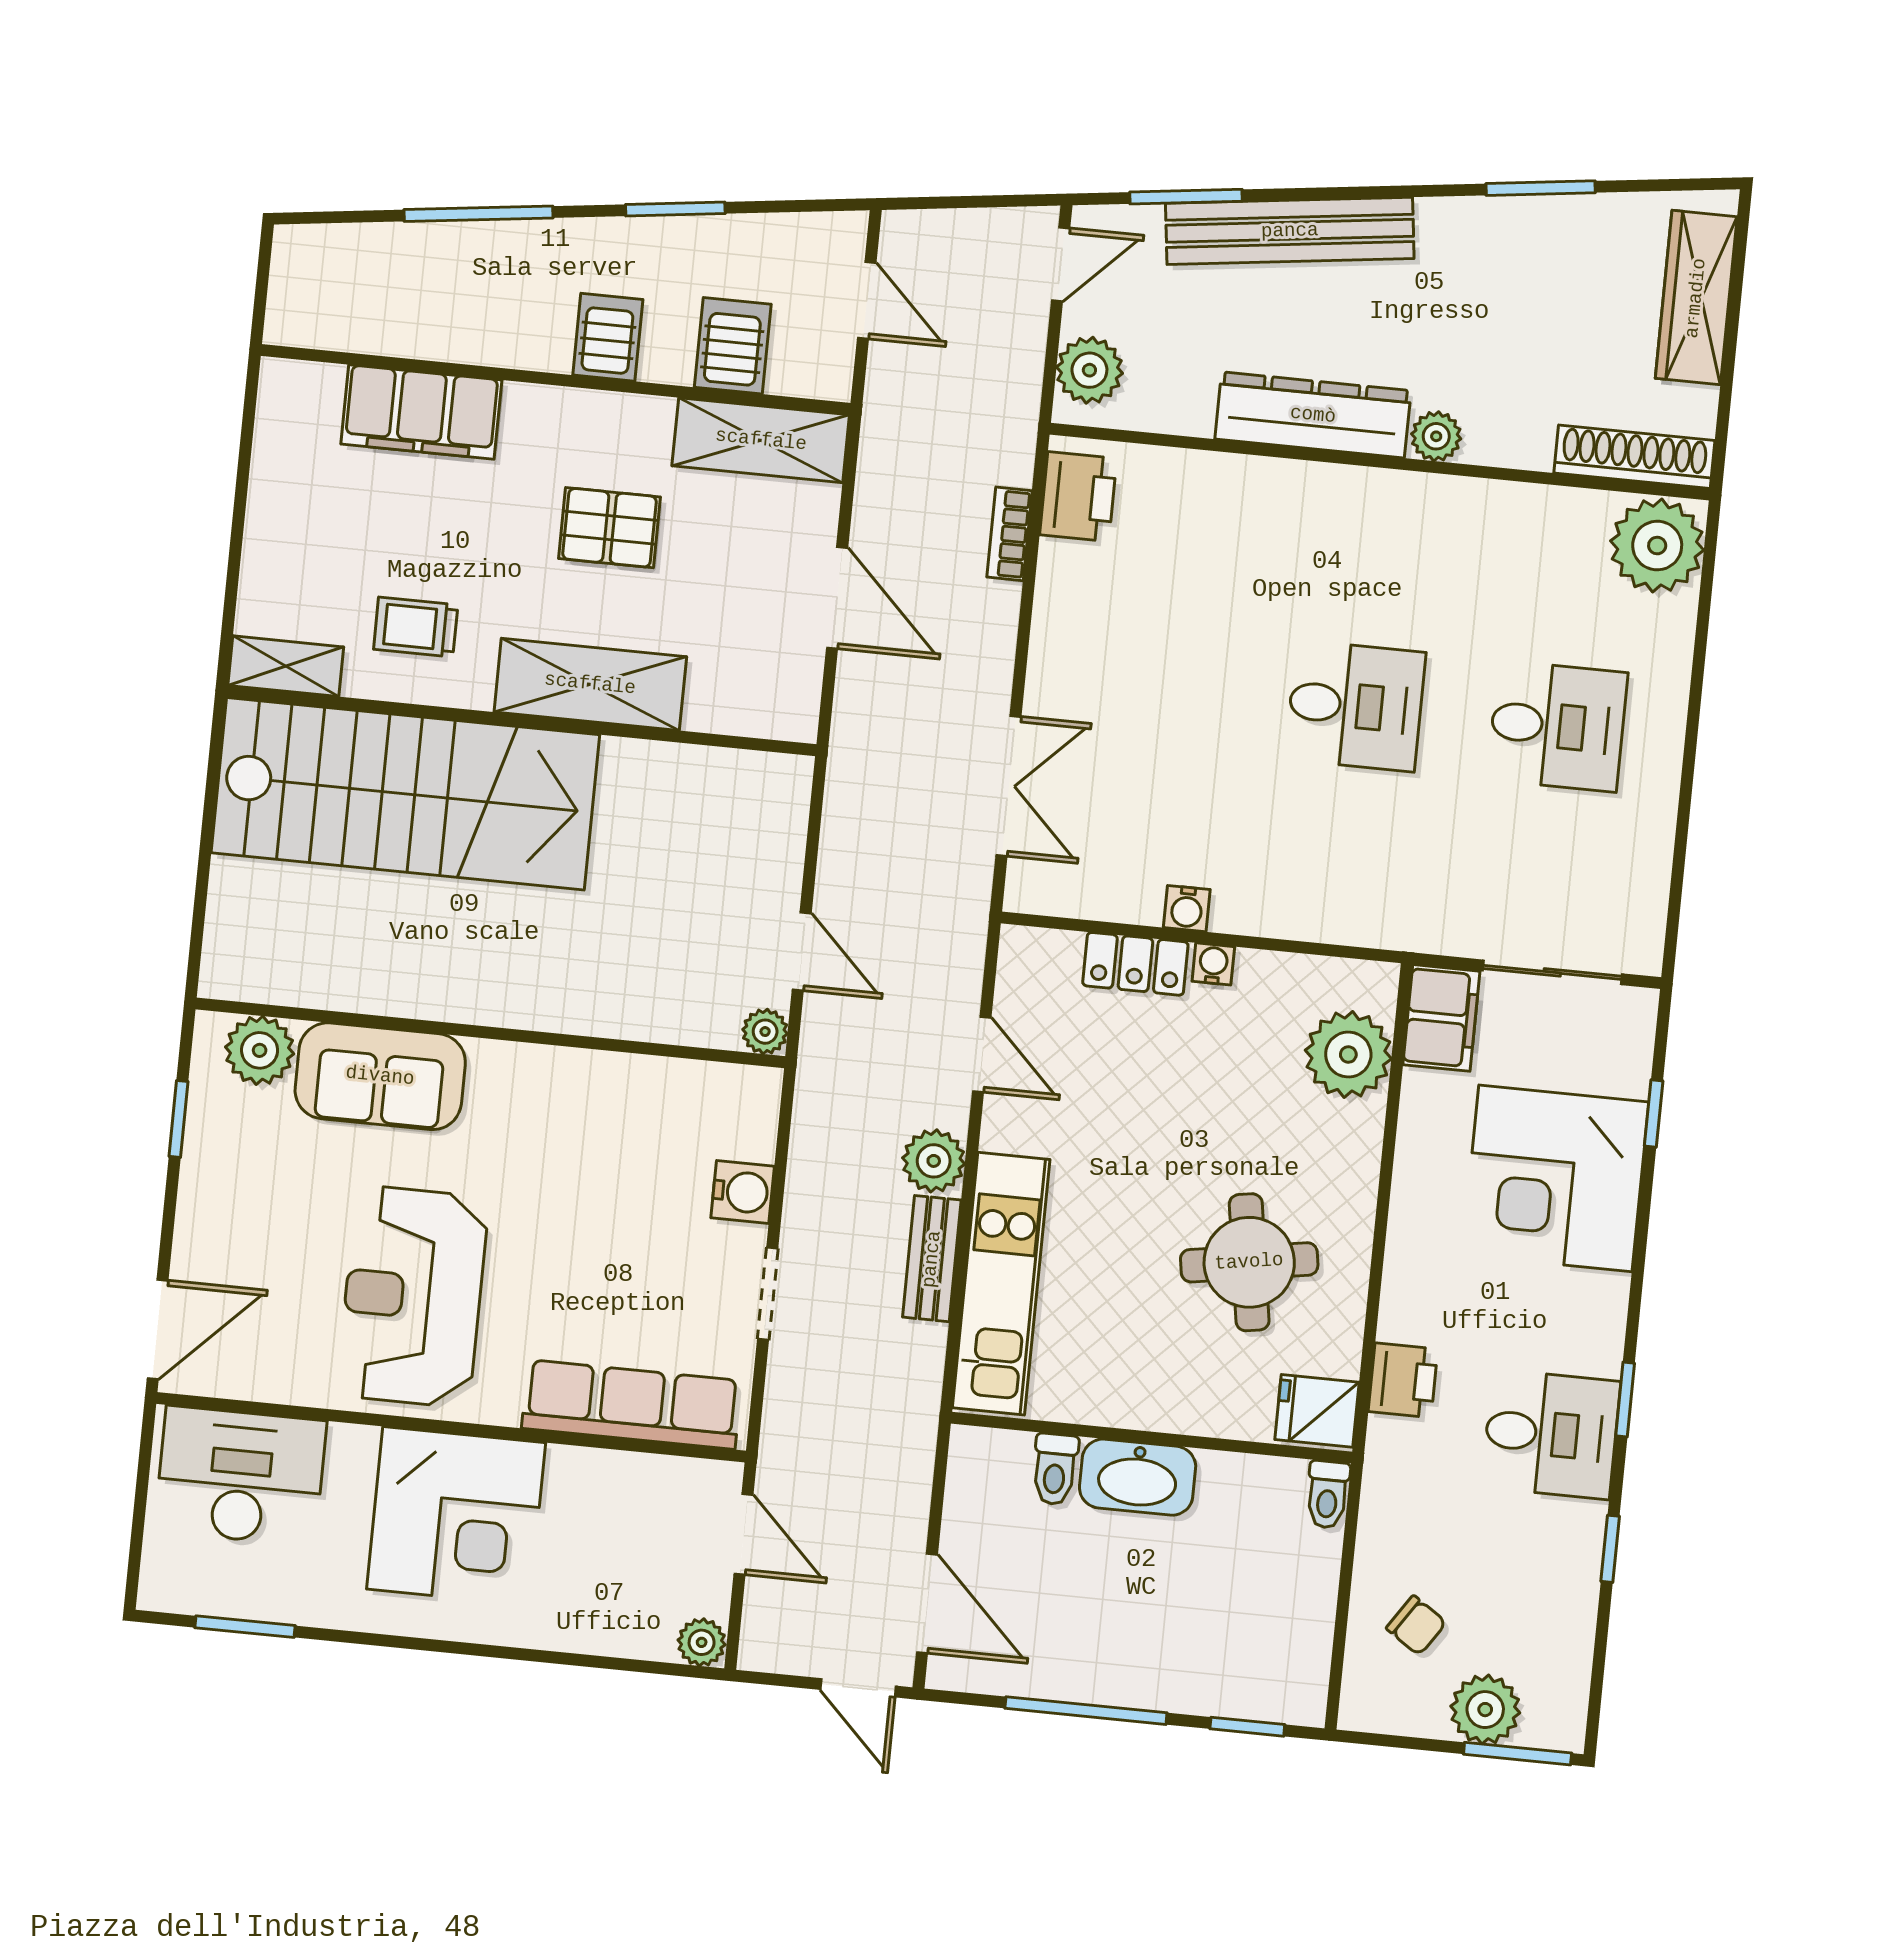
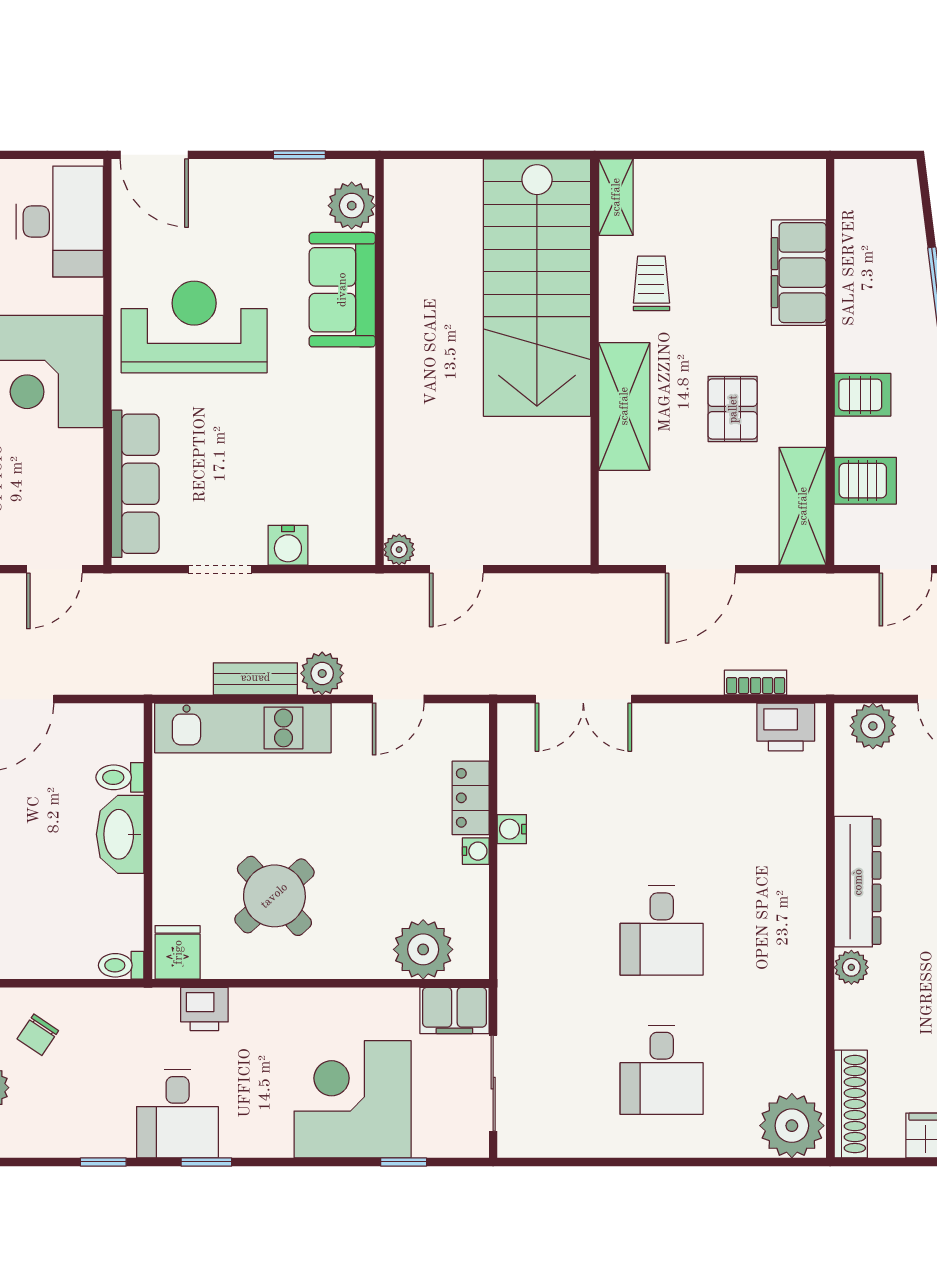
round table: (1249, 1262) -> (274, 896), turned -33

